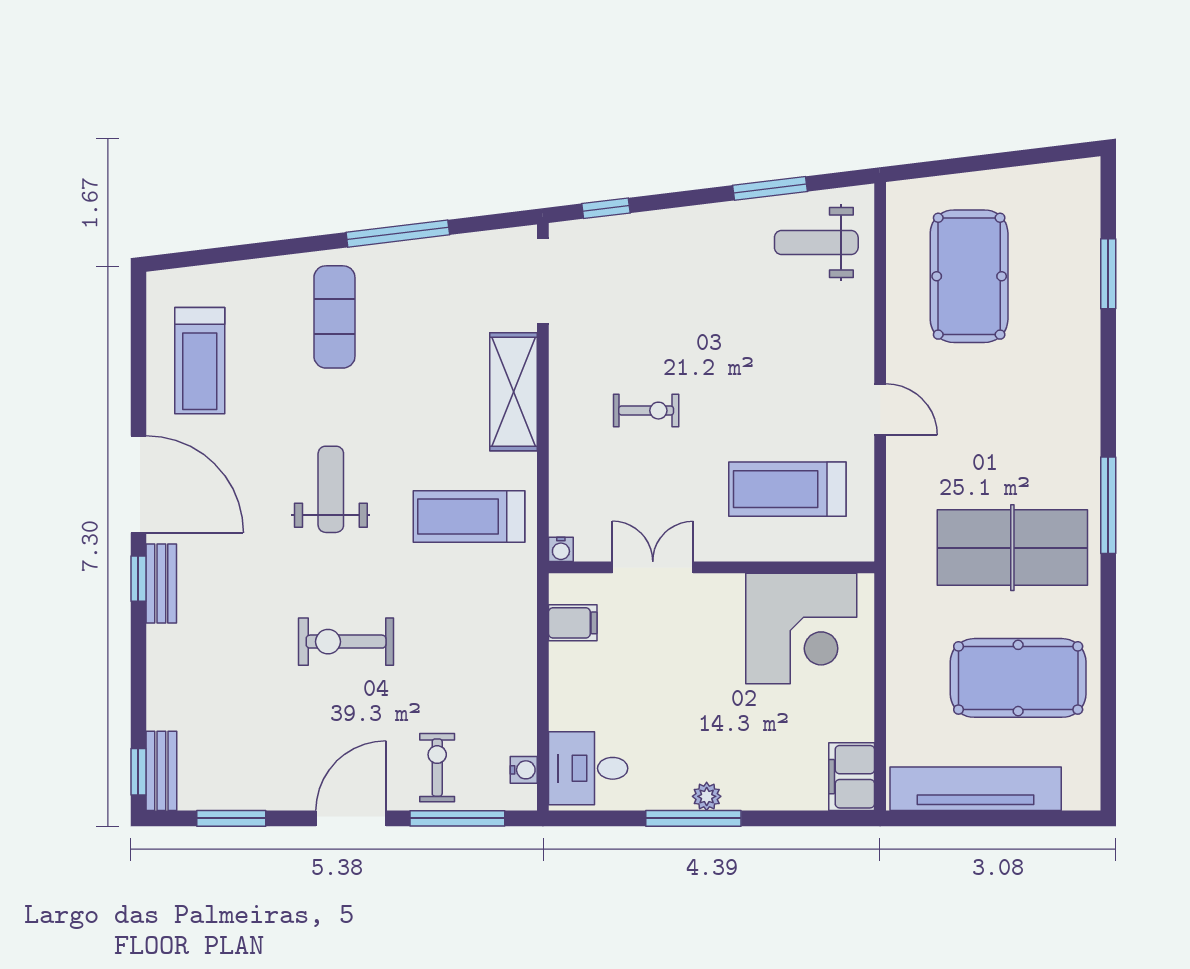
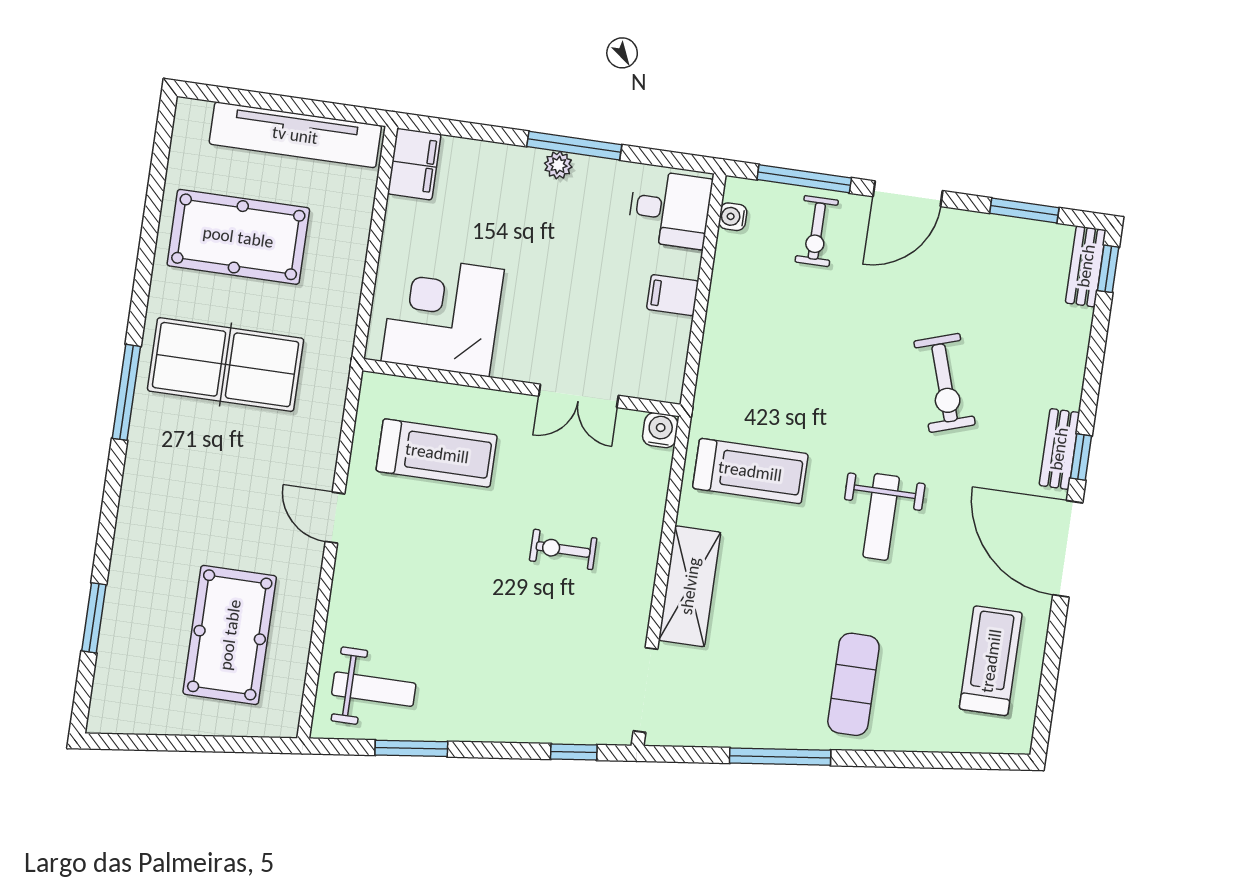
water cooler: (561, 549) -> (660, 430), width x1.38, depth x1.38
filing cabinet: (573, 623) -> (673, 295), moved
exercise bike: (346, 642) -> (945, 383), moved, turned 72

